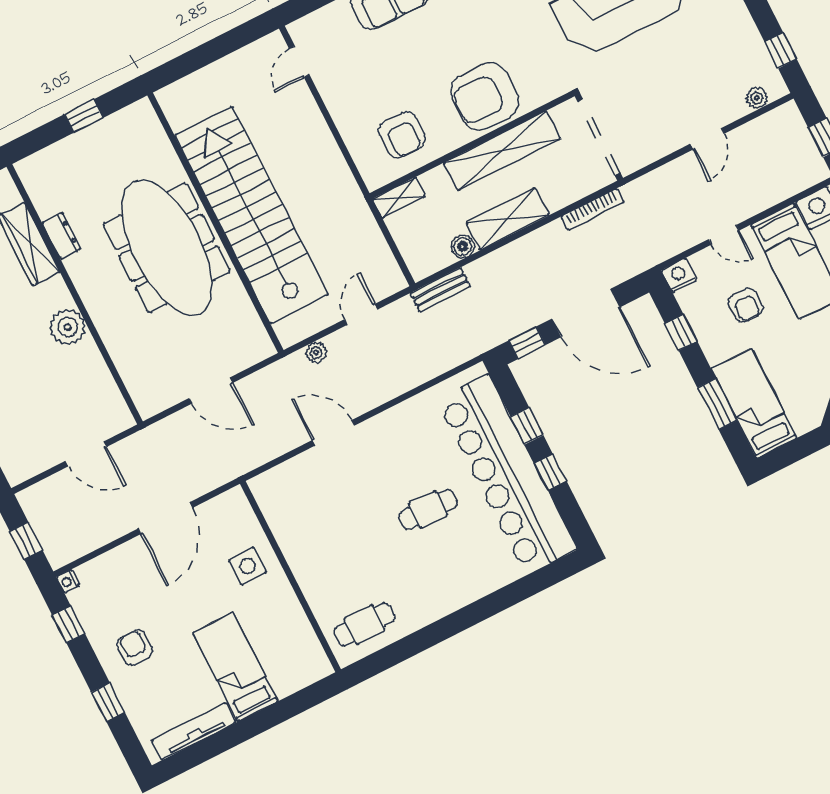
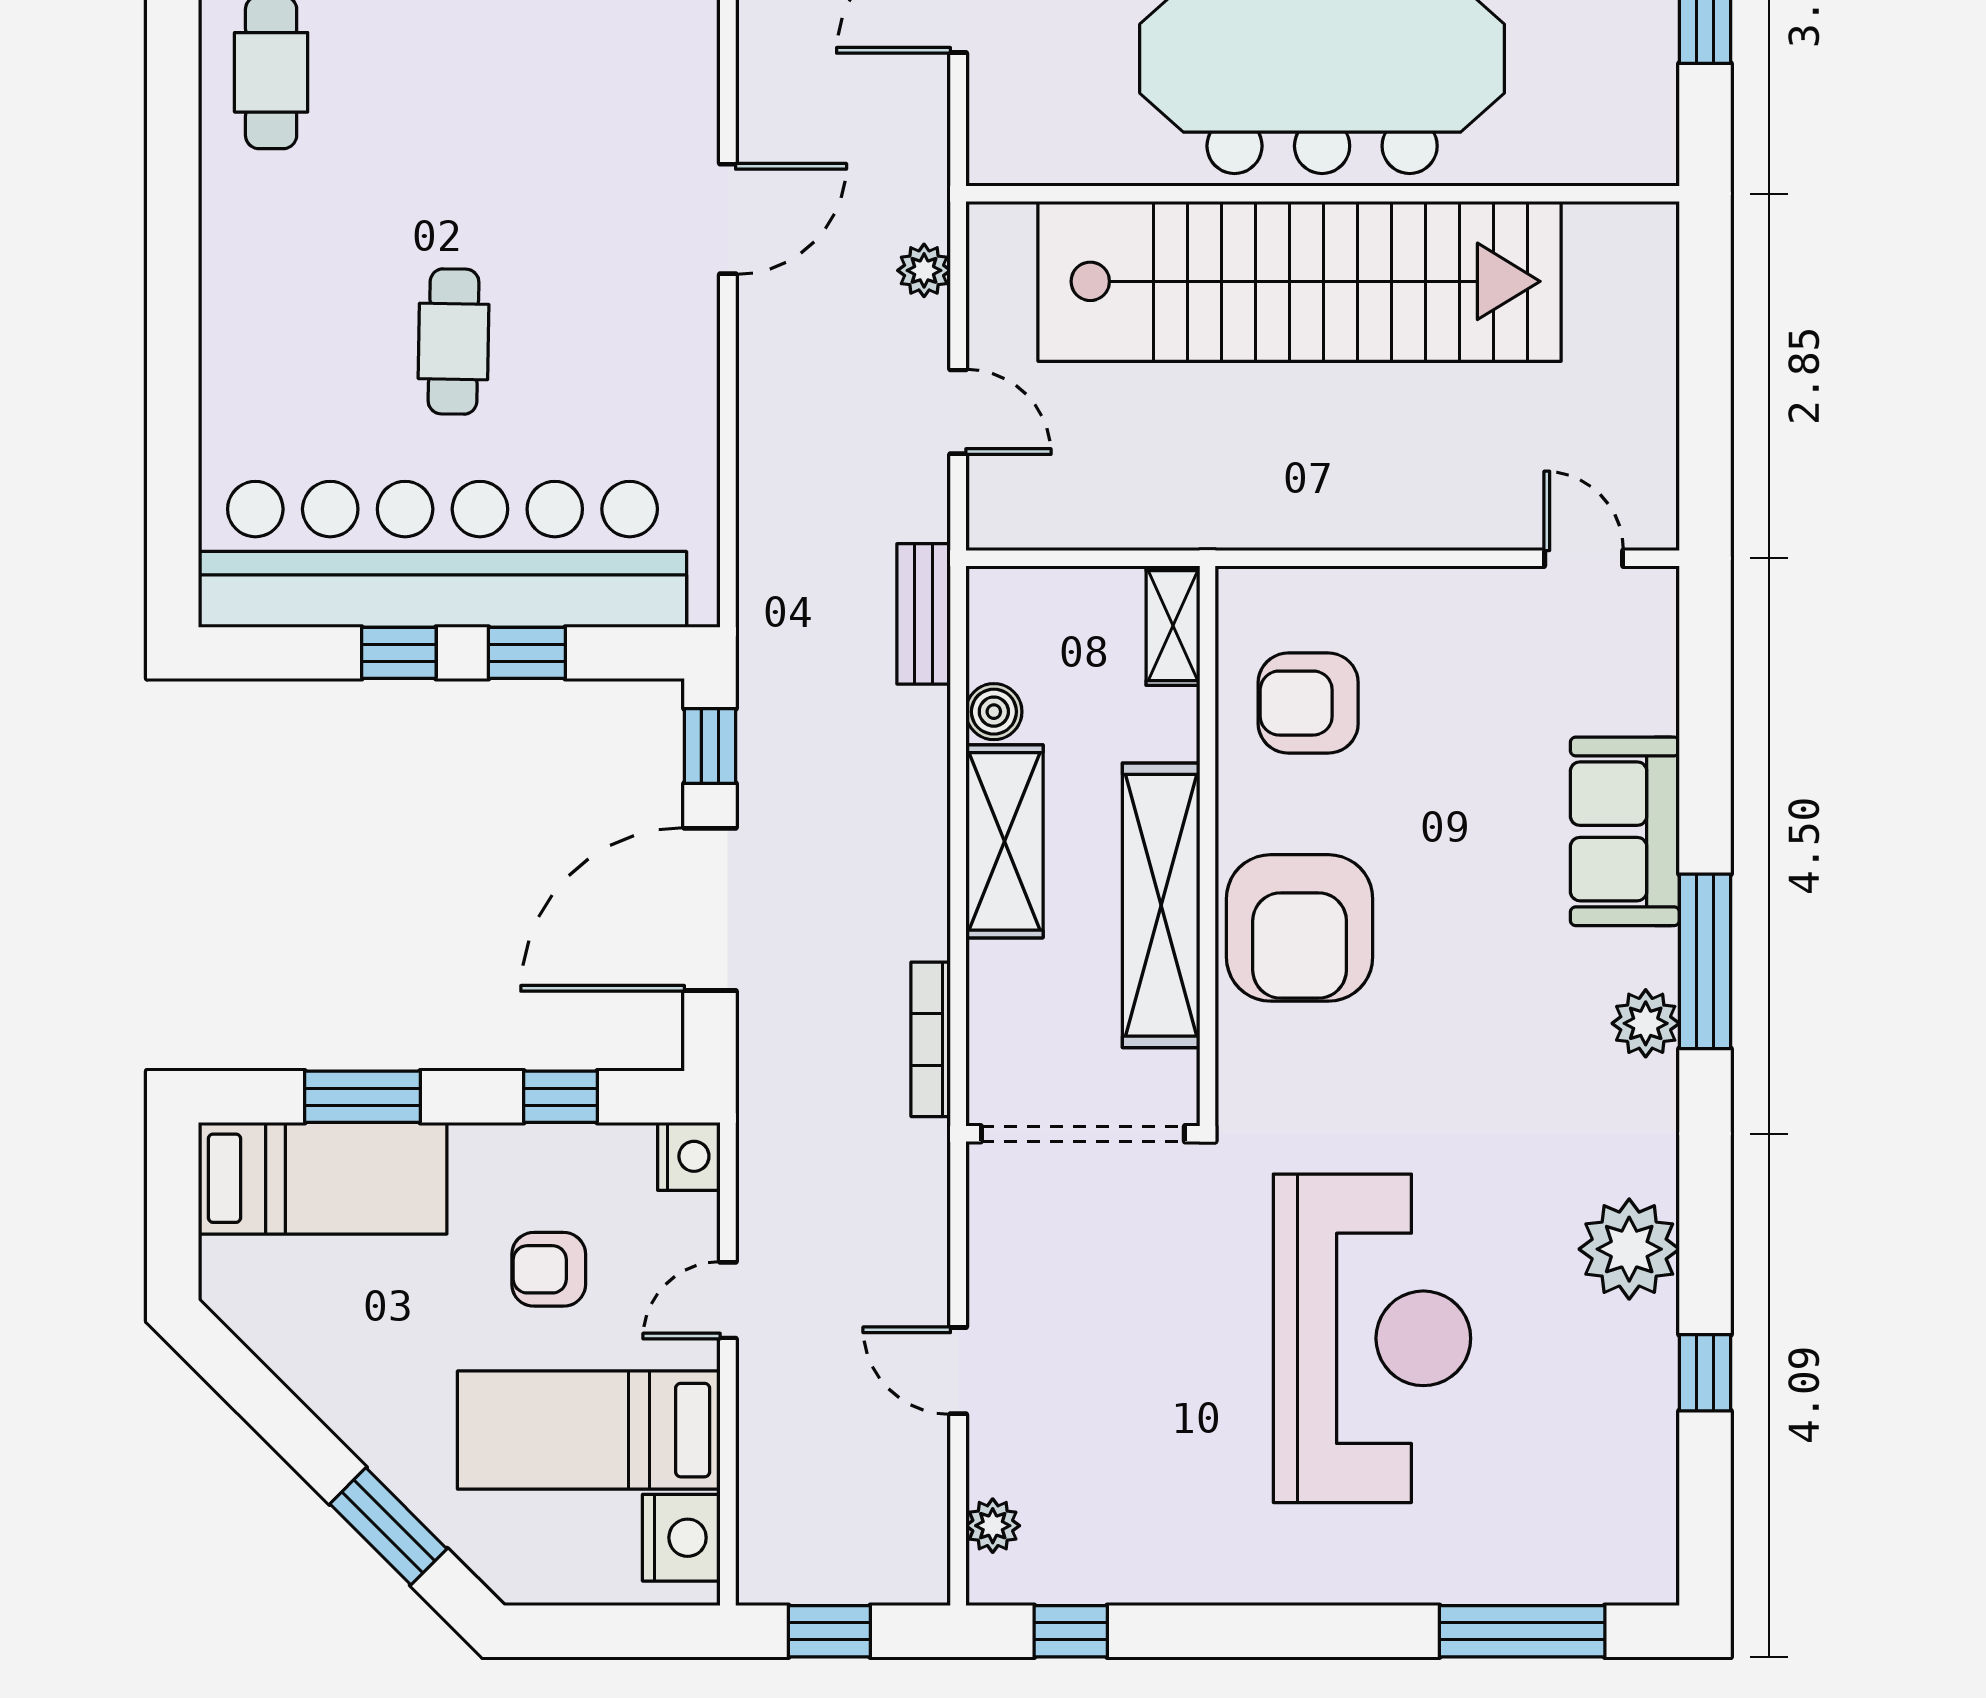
armchair: (485, 97) -> (1300, 928), turned 180

